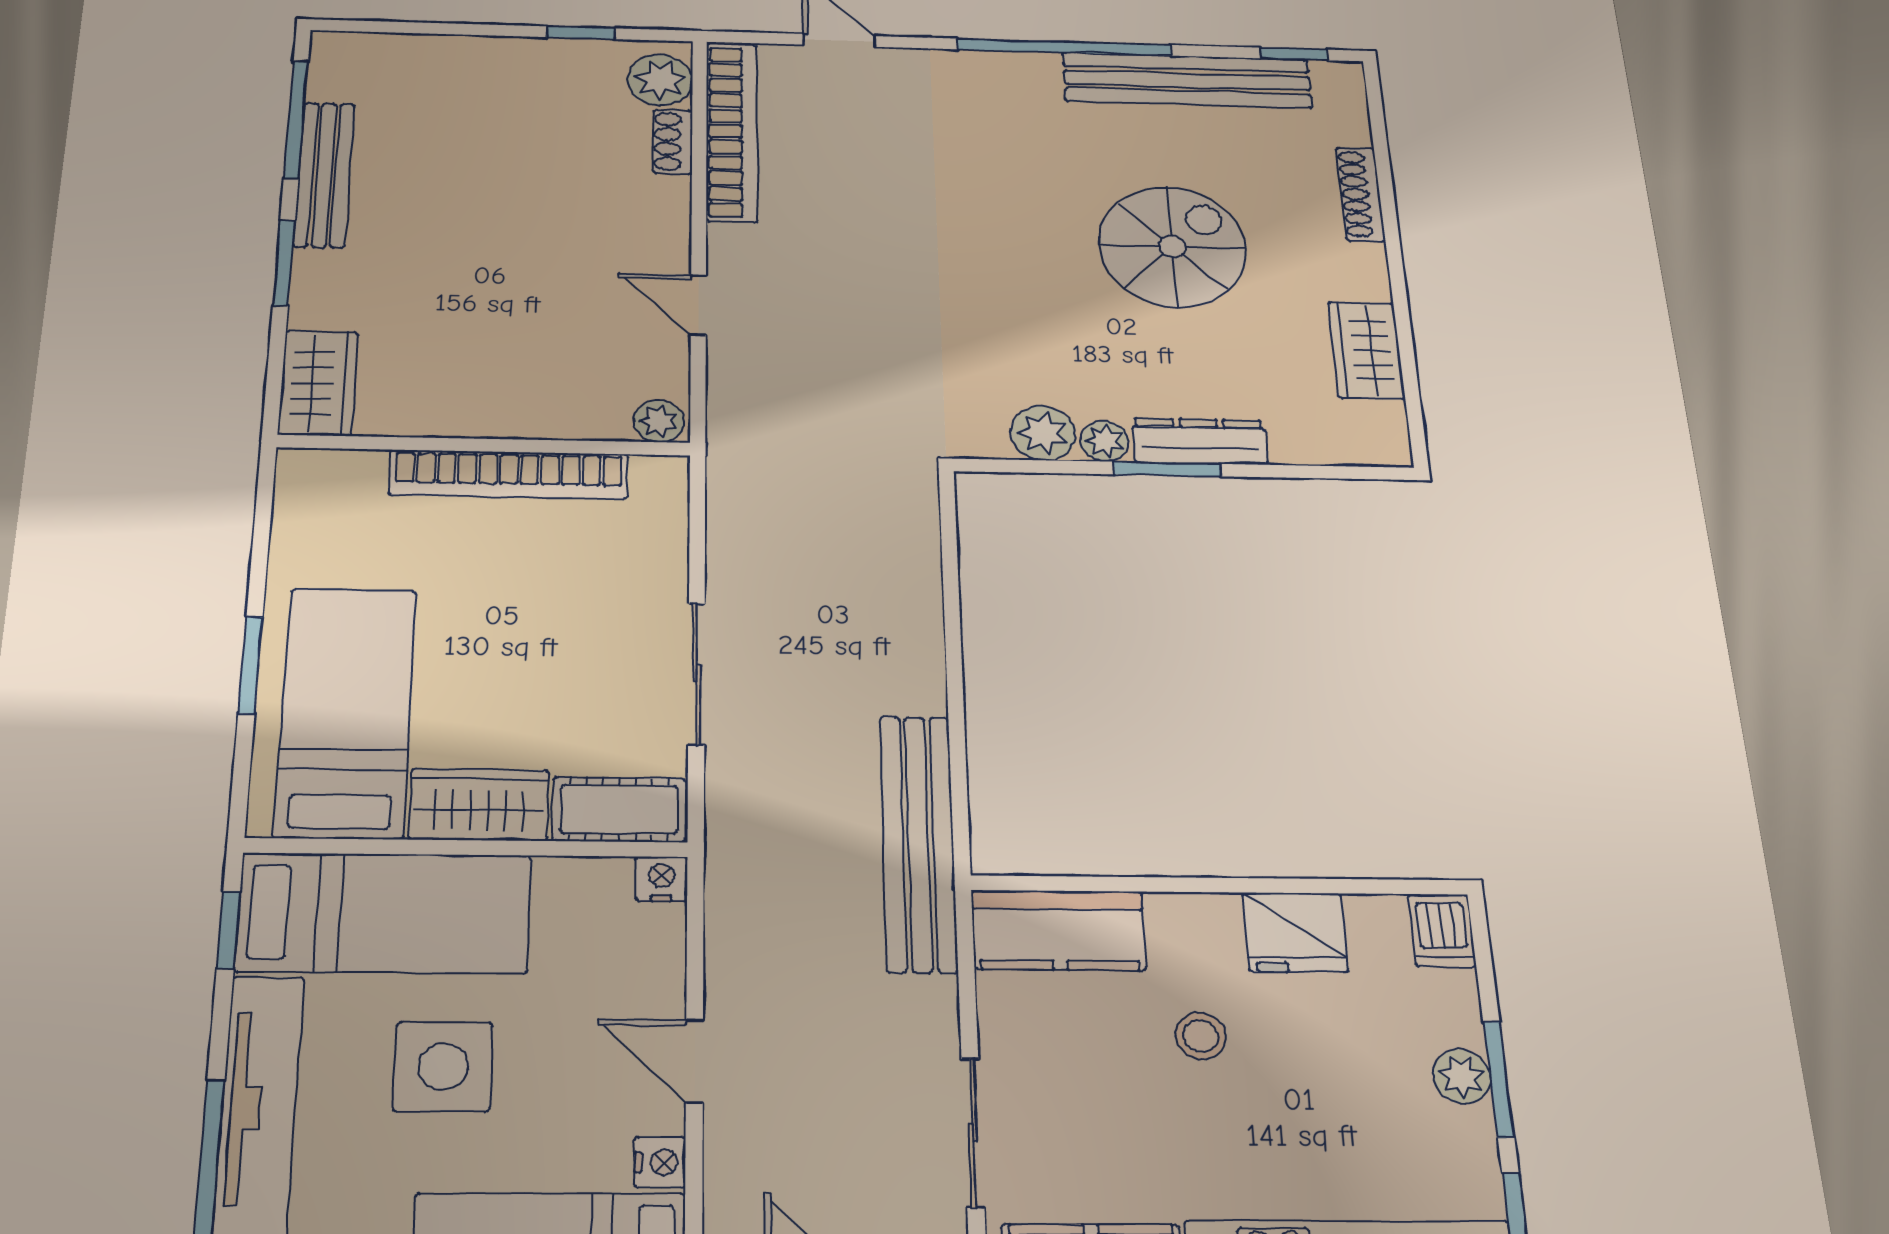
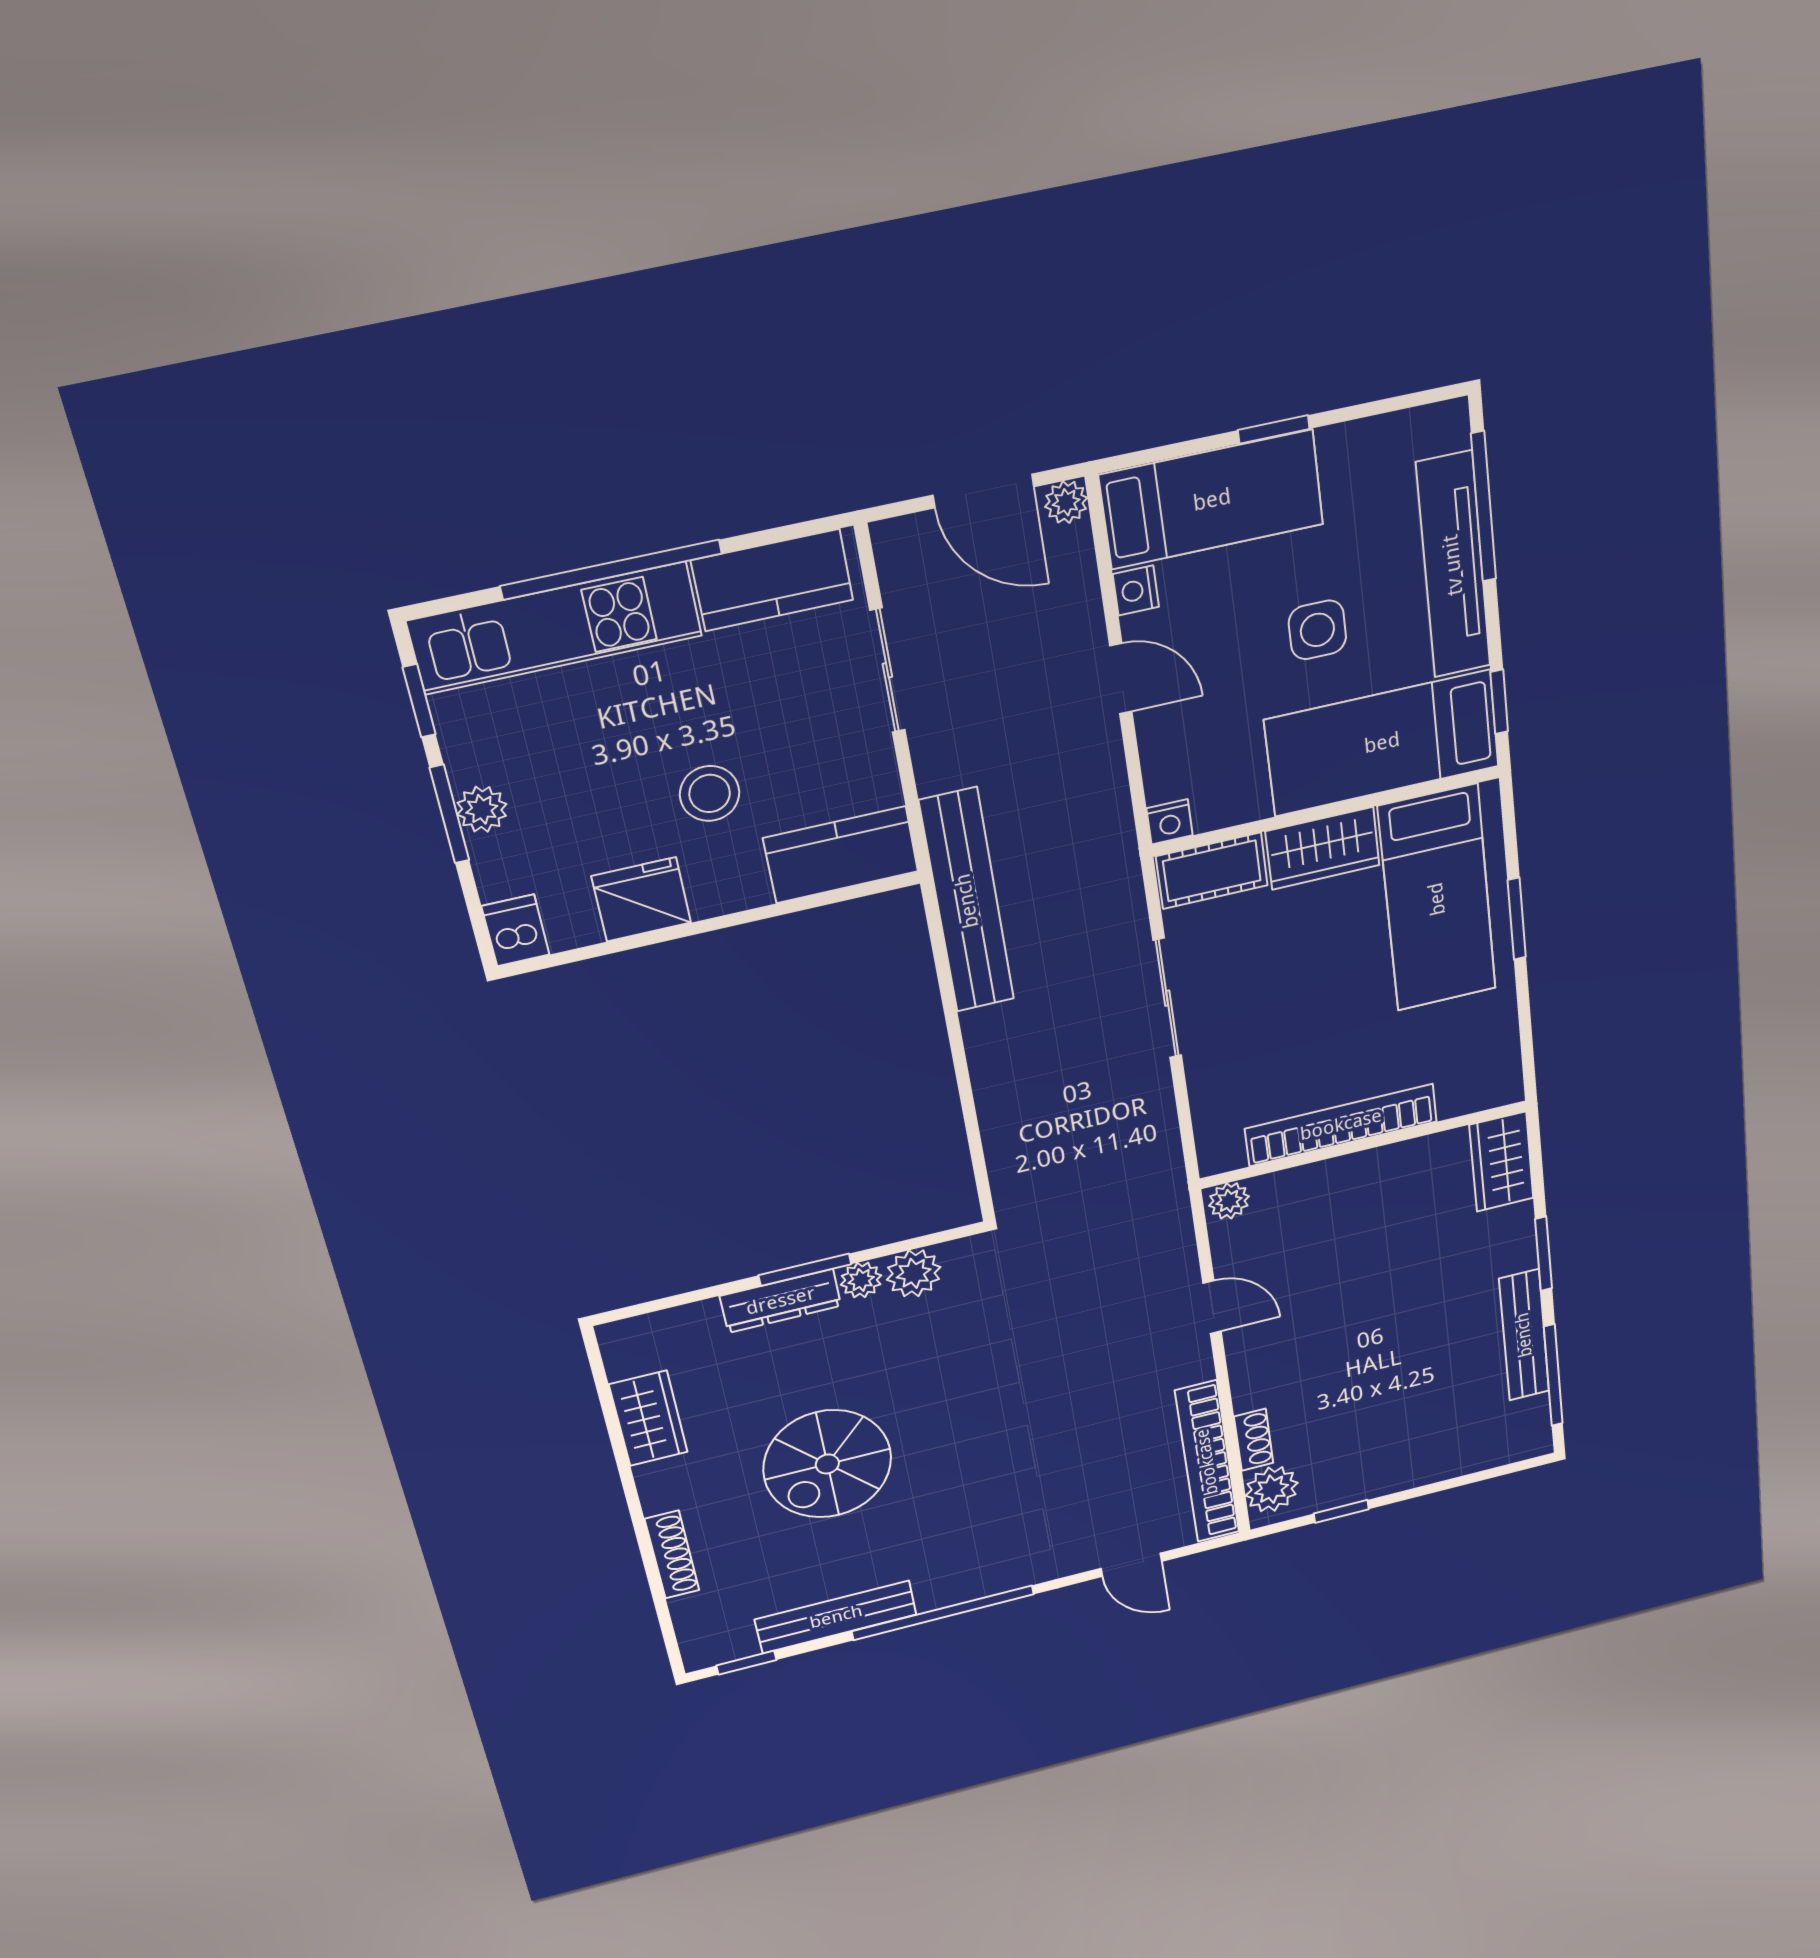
bench: (1187, 80) -> (836, 1617), width x0.73, depth x0.82
stool: (1201, 1036) -> (710, 793), width x1.37, depth x1.37
side table: (443, 1067) -> (1317, 630), width x0.73, depth x0.73

